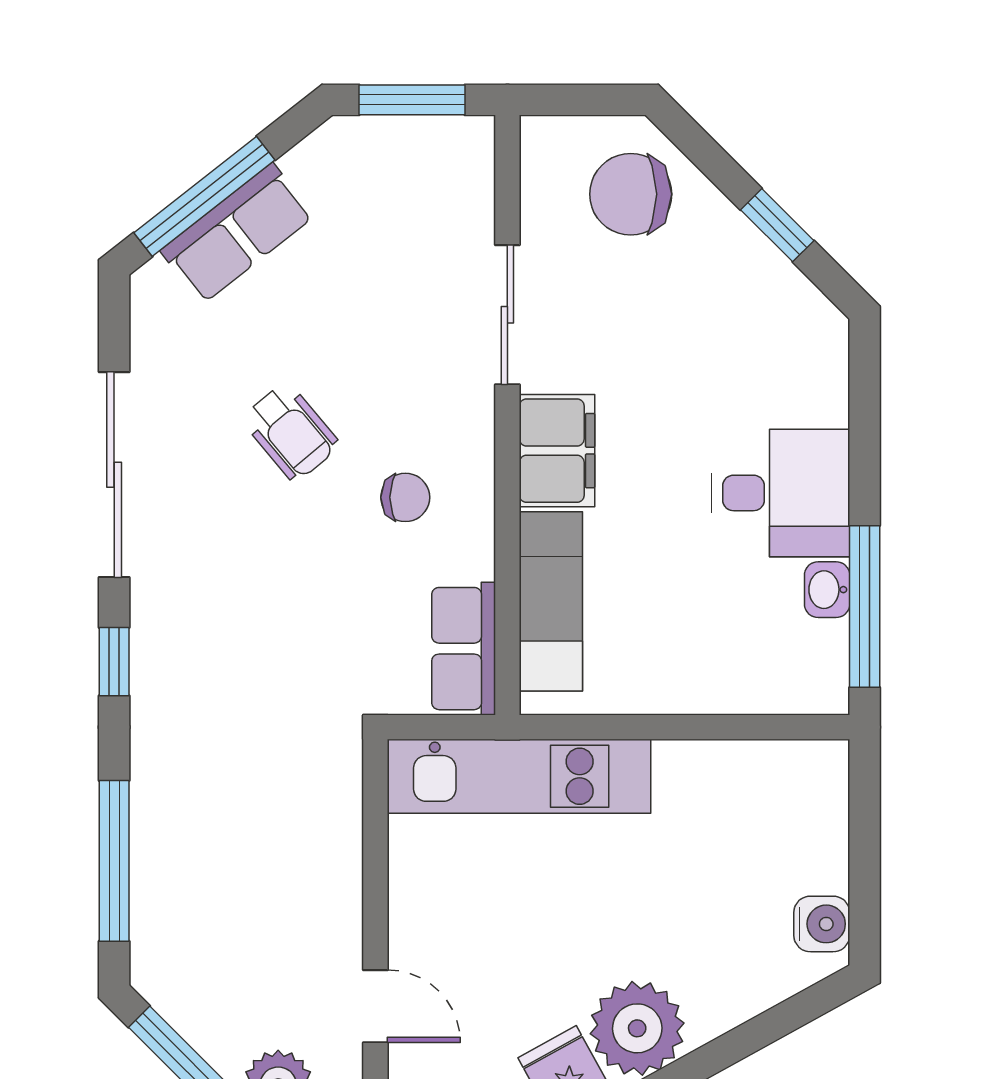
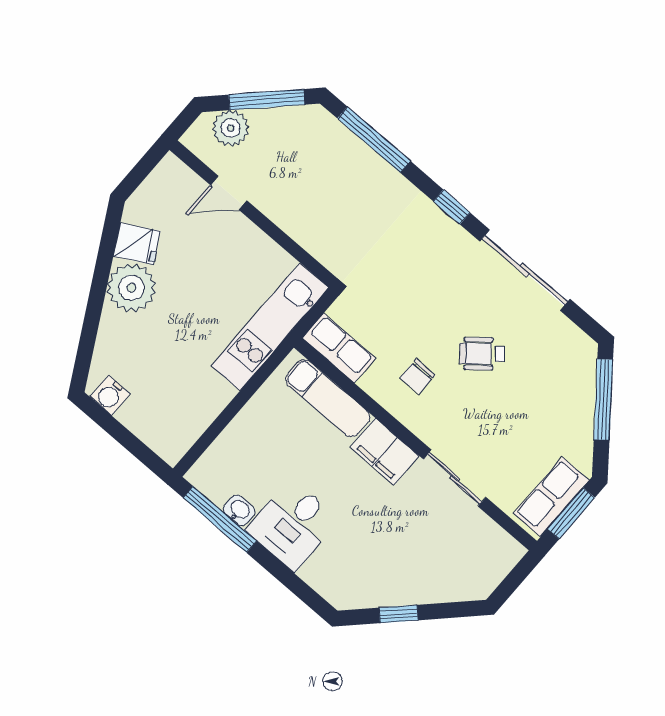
chair: (631, 194) -> (460, 567), removed
row of seats: (237, 233) -> (551, 497), moved, turned 38

